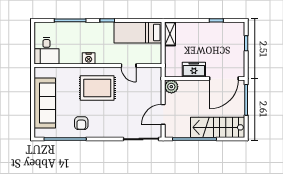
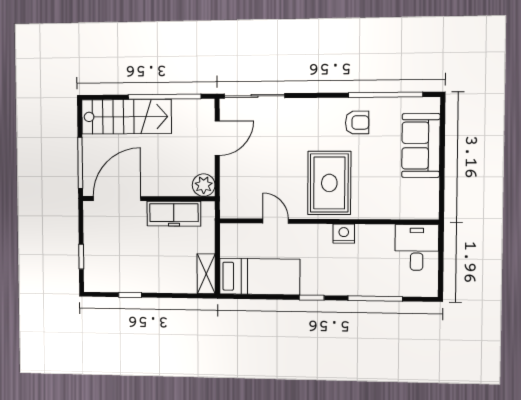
freezer: (194, 70) -> (174, 214), width x1.40
rug: (97, 88) -> (329, 183), turned 90
sofa: (45, 103) -> (421, 146), width x0.73
armchair: (81, 123) -> (357, 122), turned 90

